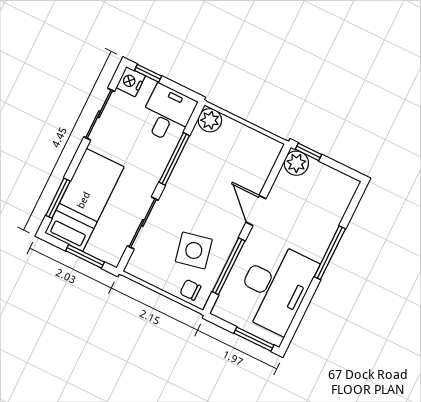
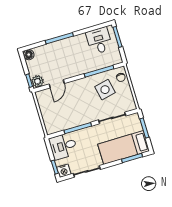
plant: (210, 120) -> (51, 128), removed
floor lamp: (347, 186) -> (29, 55), added
door: (256, 211) -> (57, 84), moved
desk: (275, 287) -> (99, 41), width x0.53, depth x0.77

